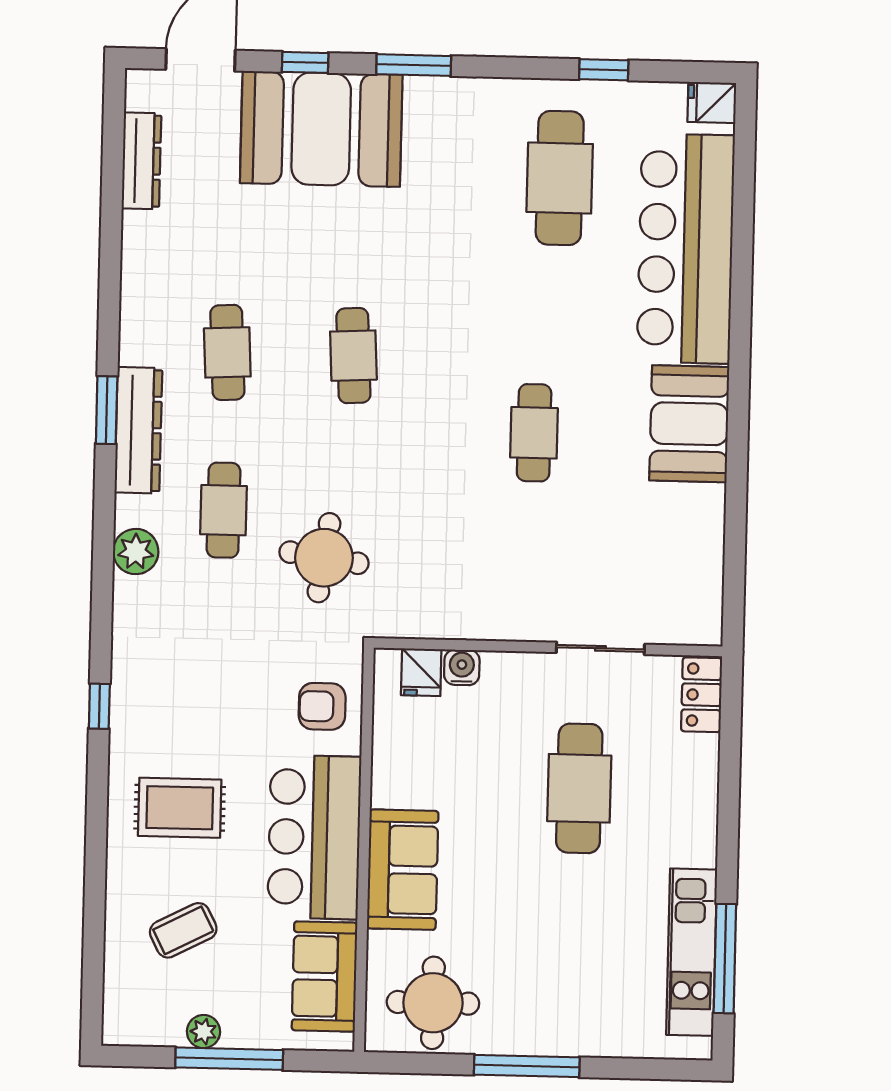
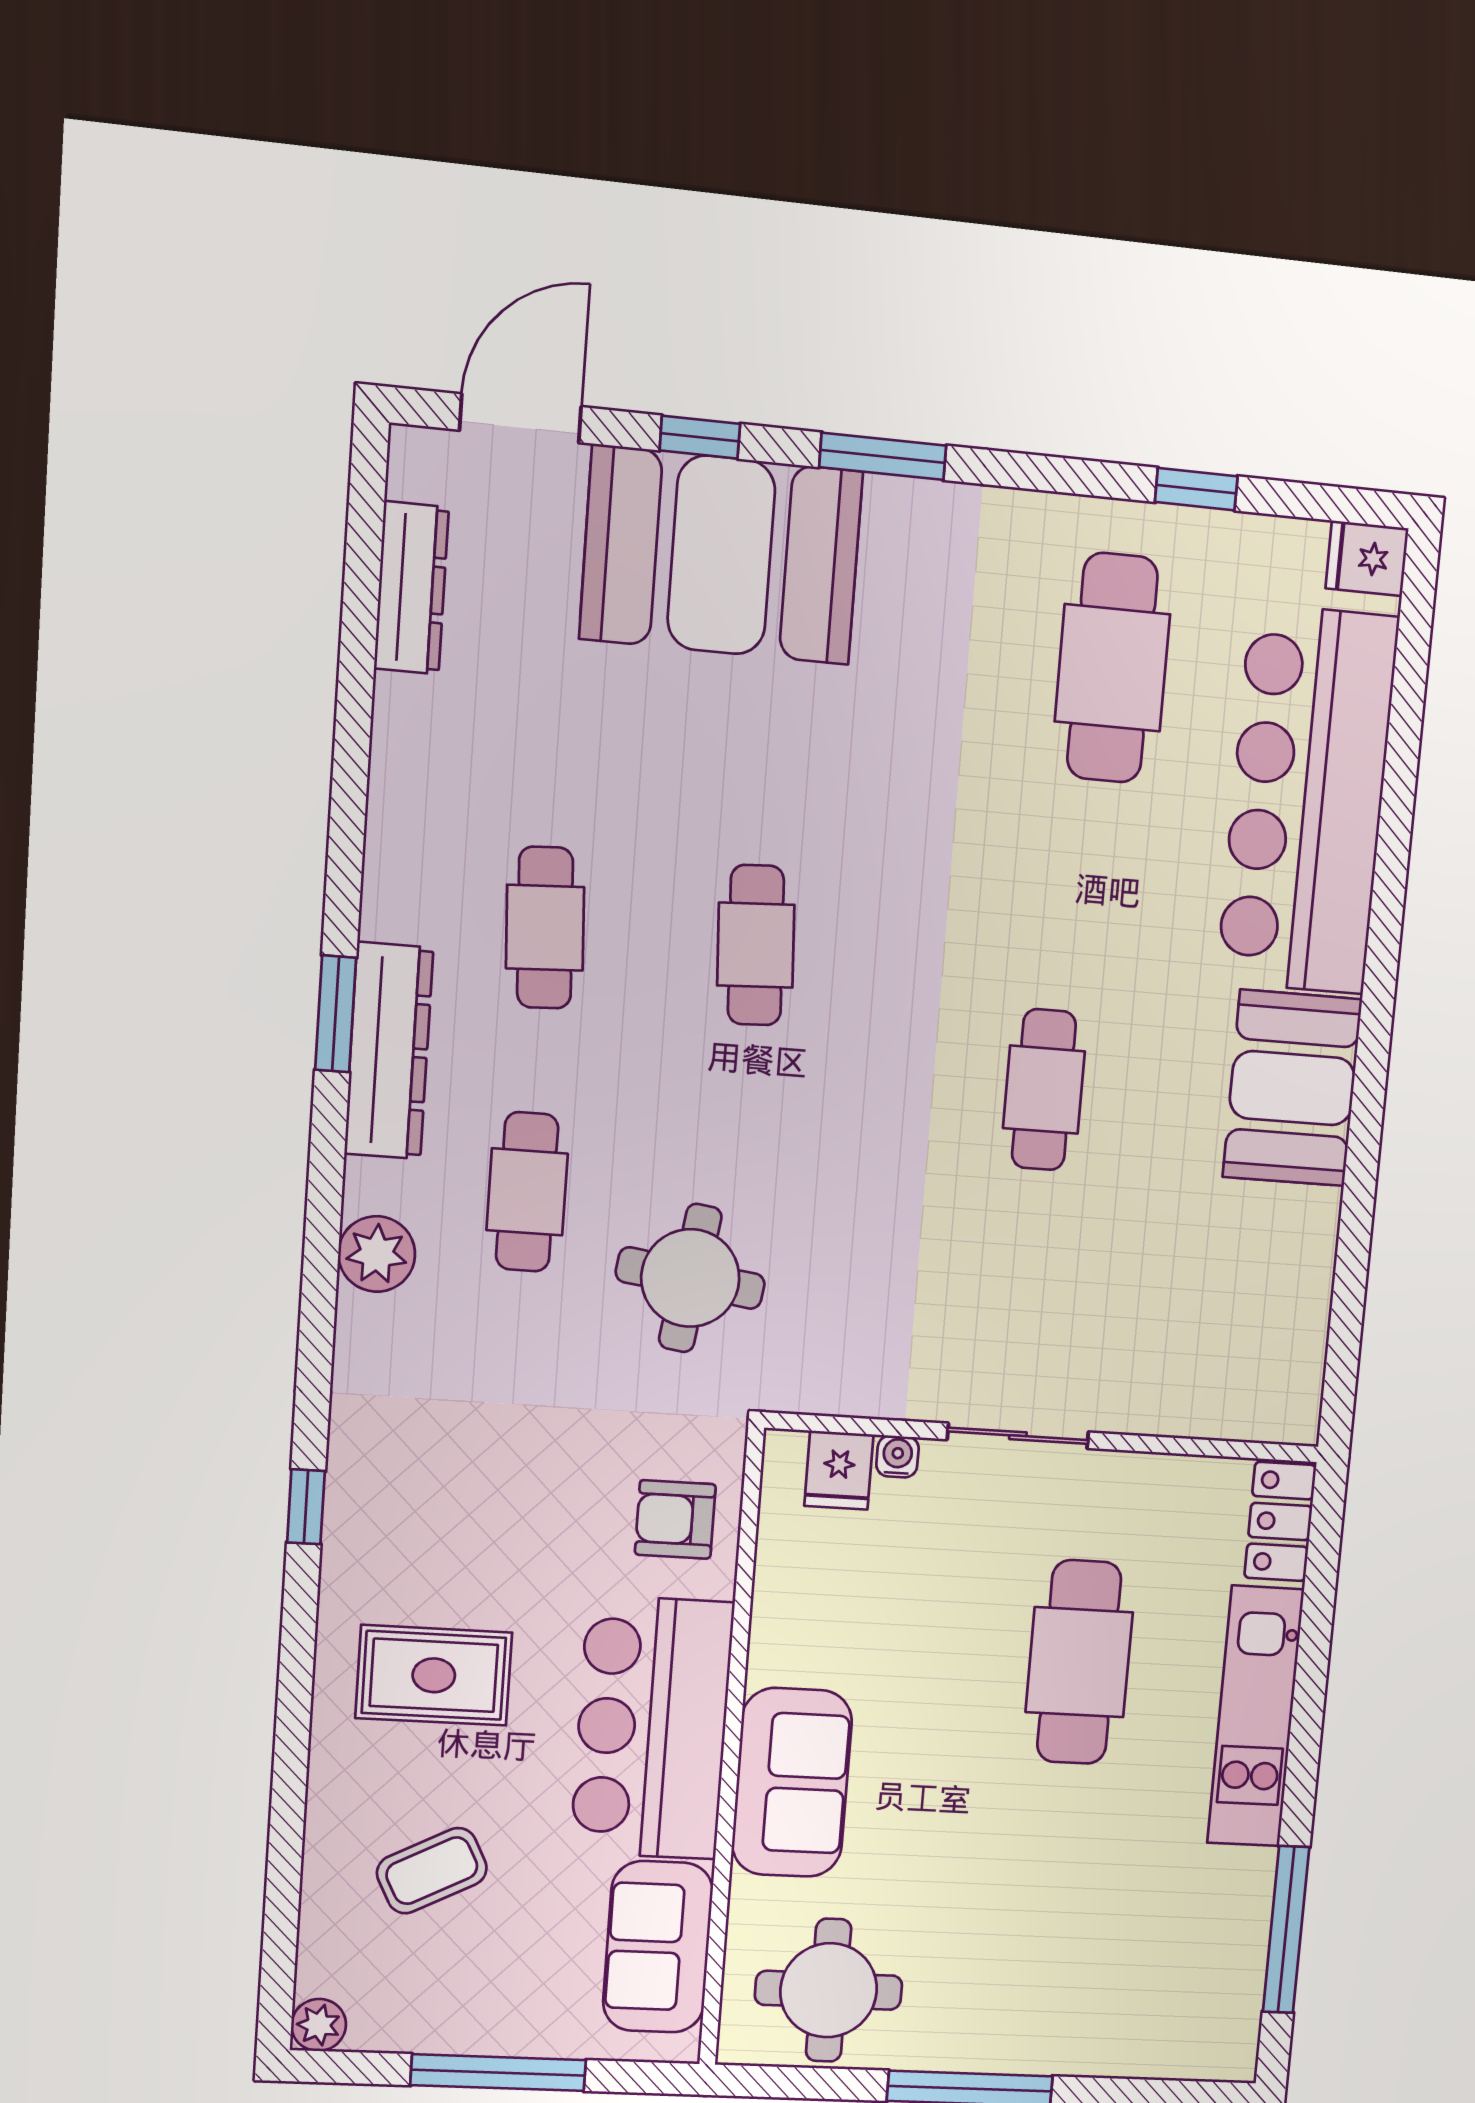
sliding door: (600, 648) -> (1018, 1436), moved
water cooler: (462, 667) -> (898, 1456), width x0.72, depth x0.72
kitchen unit: (692, 952) -> (1256, 1716), moved
plant: (203, 1032) -> (319, 2025), moved

